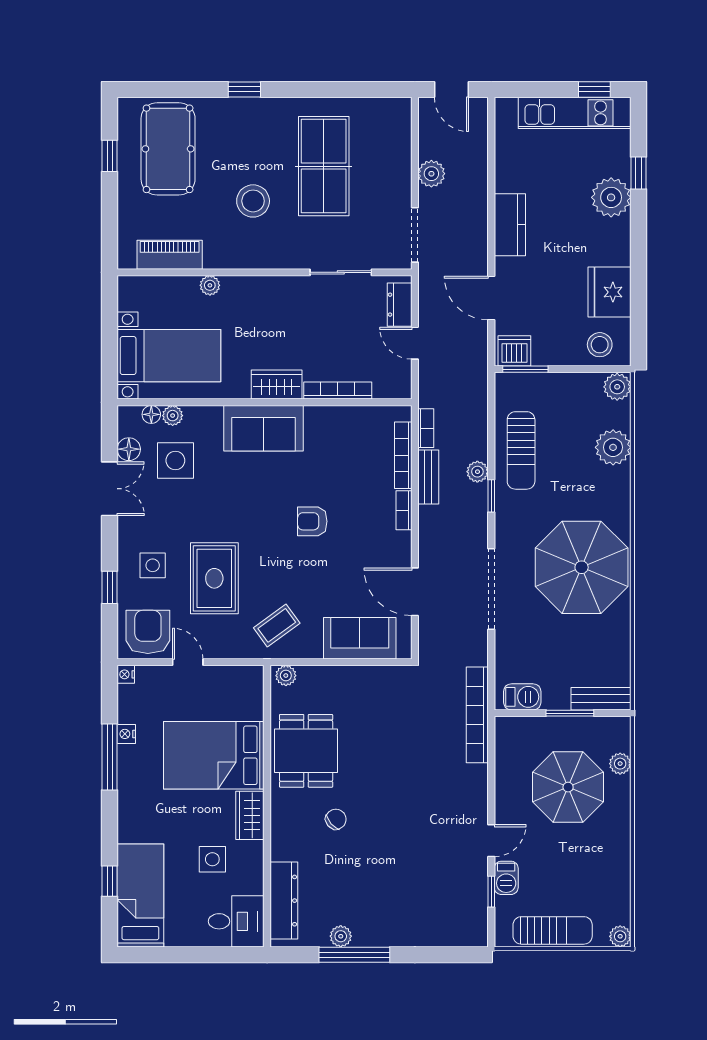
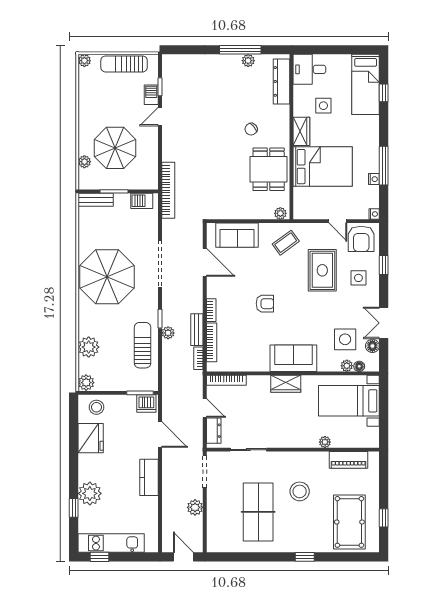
bookcase: (338, 391) -> (226, 380), moved

